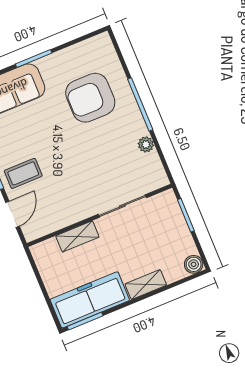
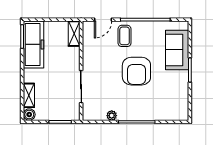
armchair: (90, 98) -> (136, 71), moved, turned 180
door: (13, 214) -> (103, 20), hinge flipped
shelving: (77, 236) -> (74, 34), moved
shelving: (146, 285) -> (29, 95), moved

